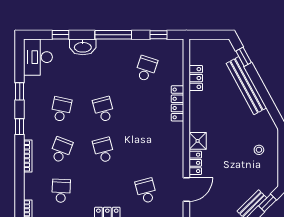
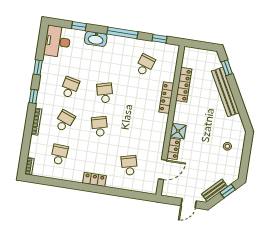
locker: (196, 78) -> (184, 85), width x1.53

